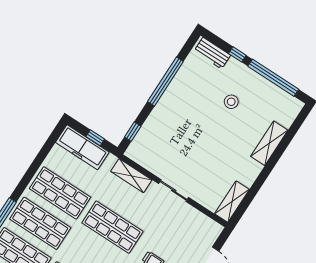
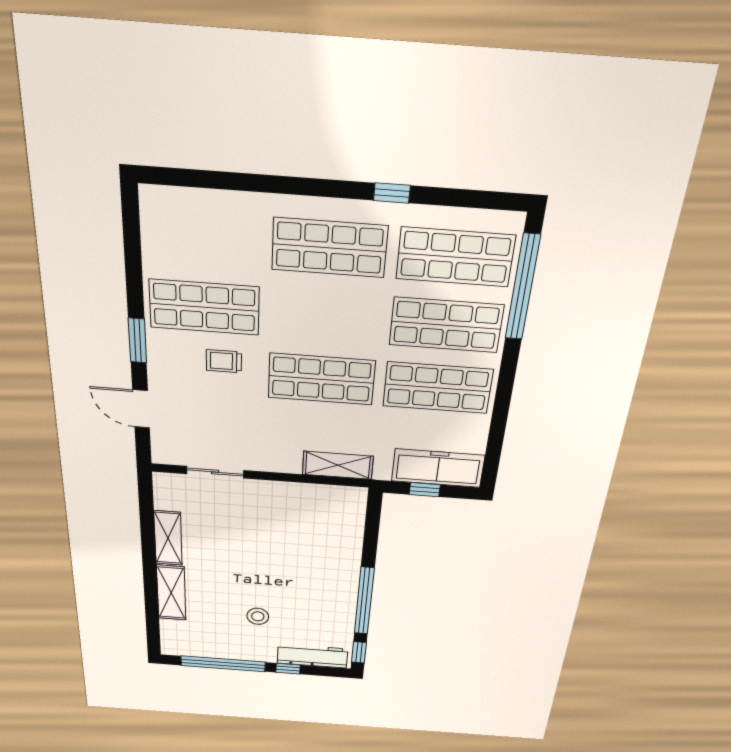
workbench: (212, 53) -> (312, 656), width x1.38
window: (133, 132) -> (359, 652), moved
sliding door: (174, 191) -> (215, 472), moved
shelving: (232, 202) -> (168, 538), moved

